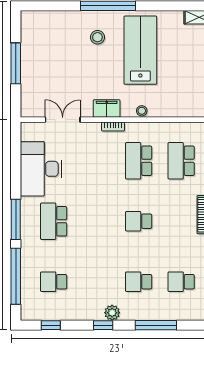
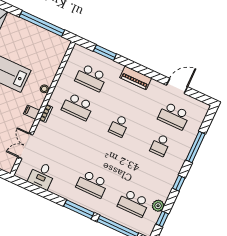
filing cabinet: (107, 109) -> (32, 112), width x0.50
desk: (41, 169) -> (42, 175), width x0.53, depth x0.77
school desk: (54, 282) -> (133, 203), width x1.85
school desk: (181, 282) -> (174, 116), width x1.85
plant: (112, 313) -> (158, 206), moved

